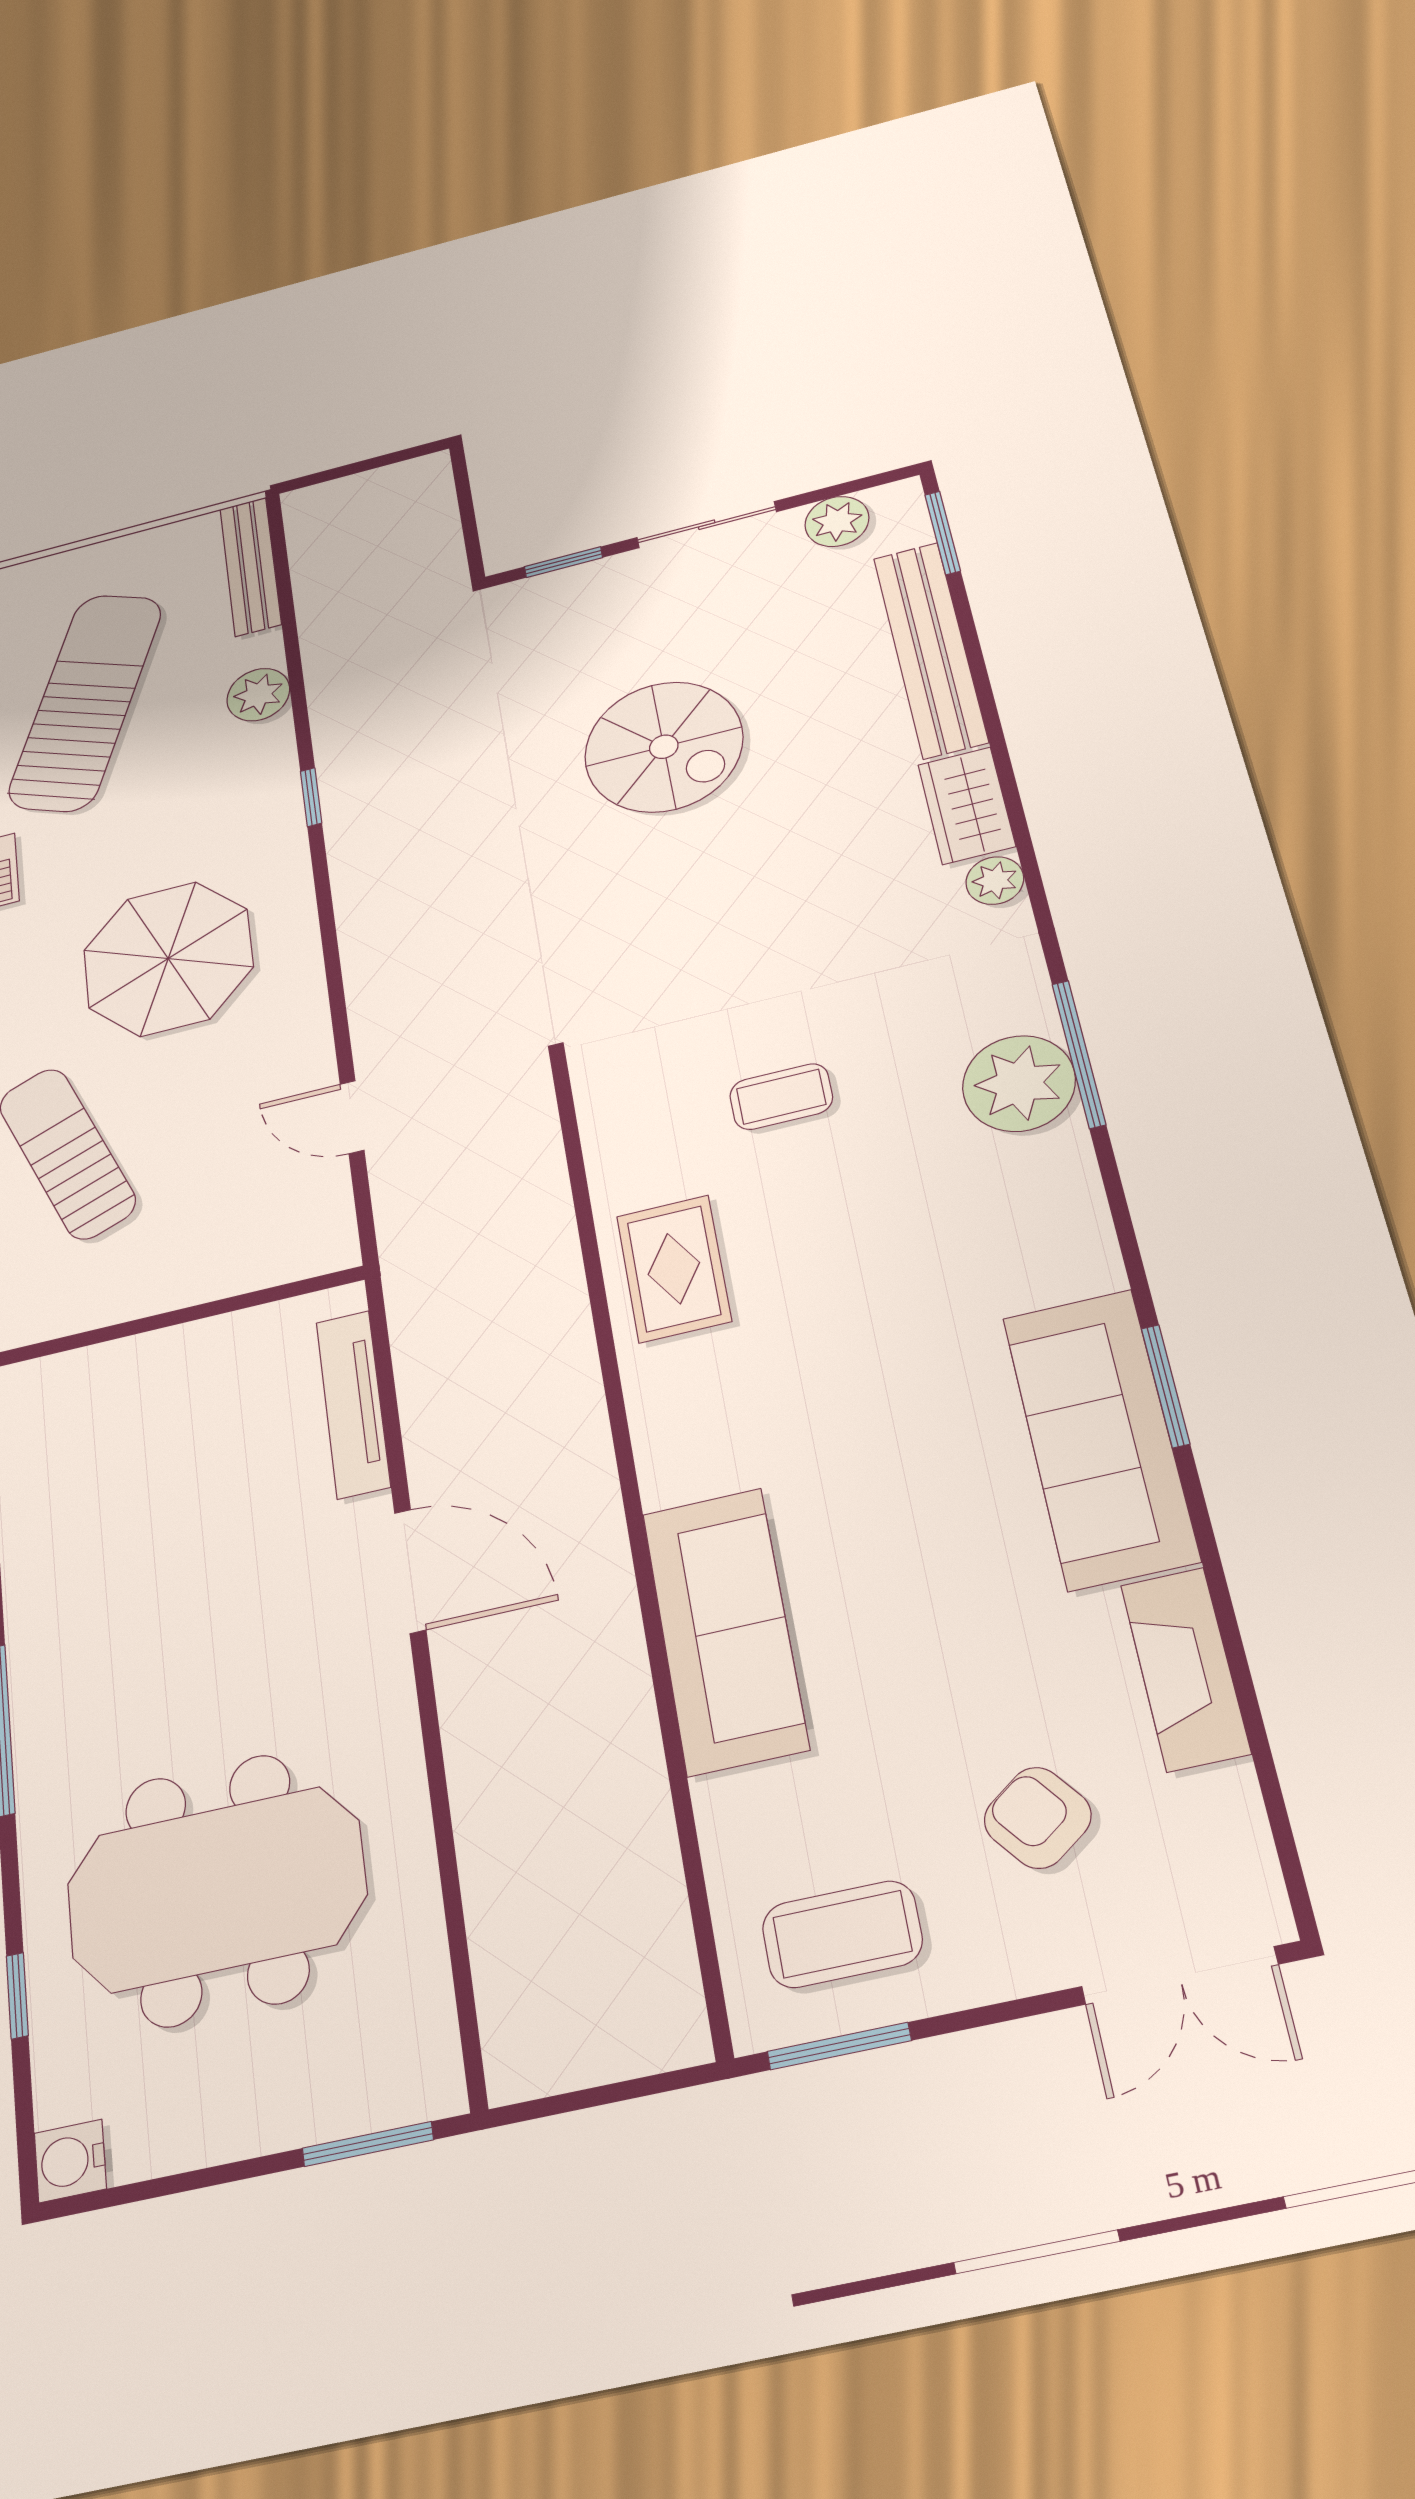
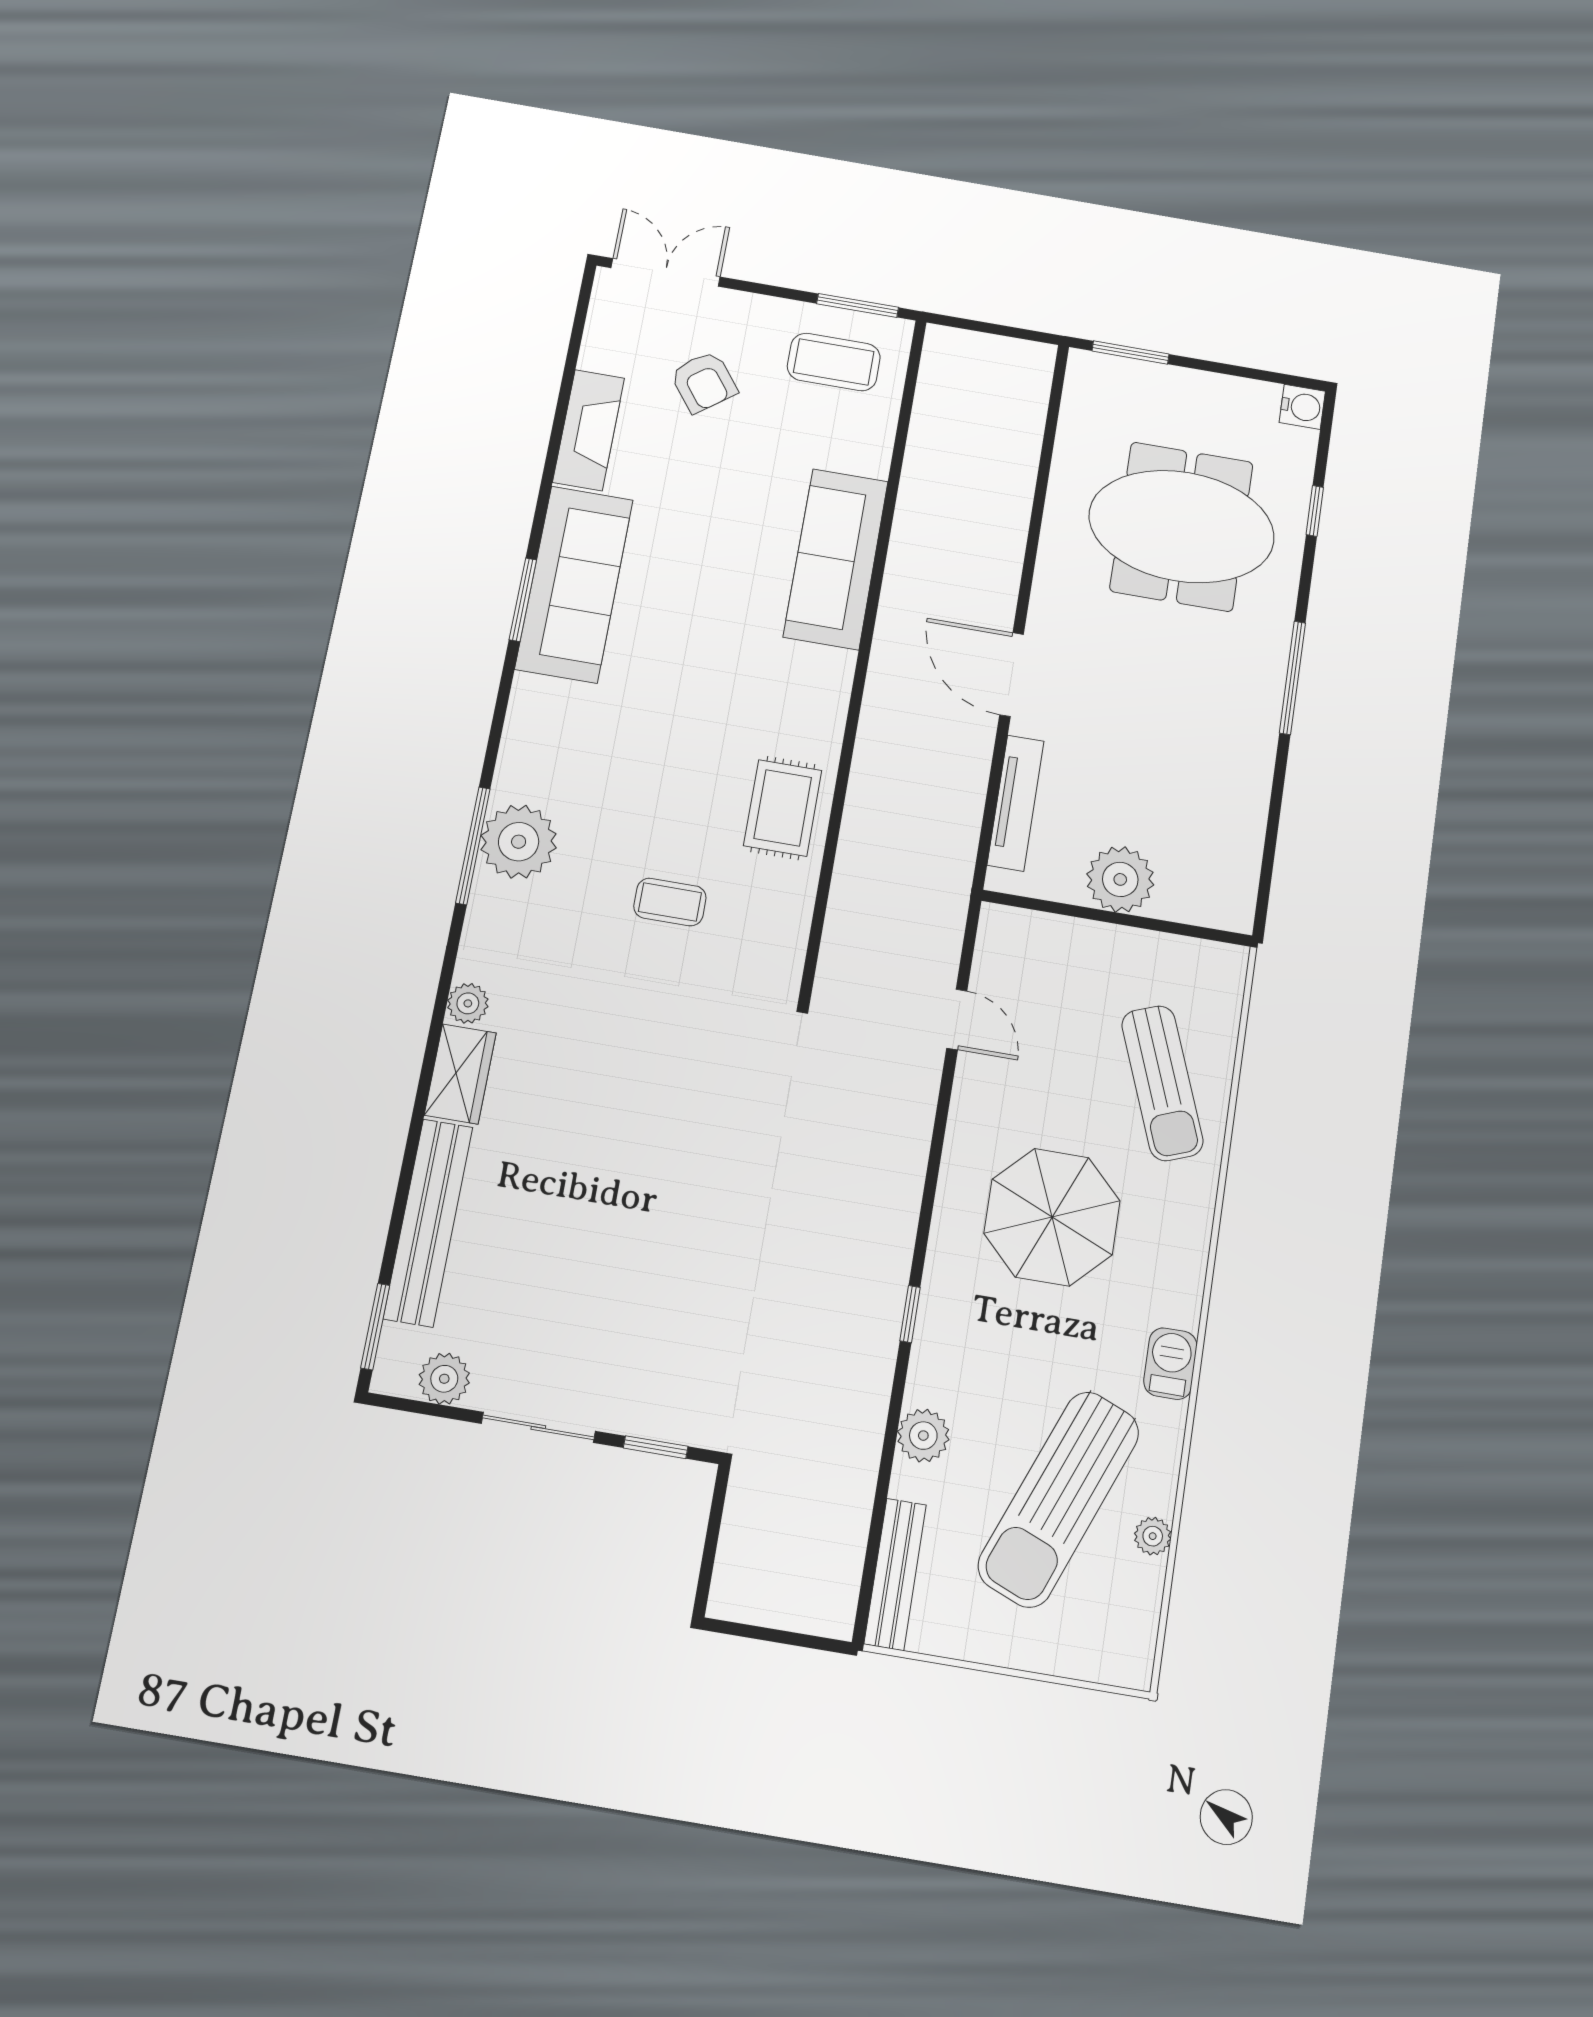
spiral stairs: (664, 747) -> (644, 1230), removed
plant: (182, 1366) -> (1120, 879), added

